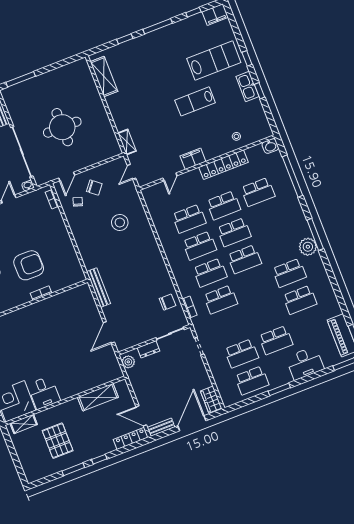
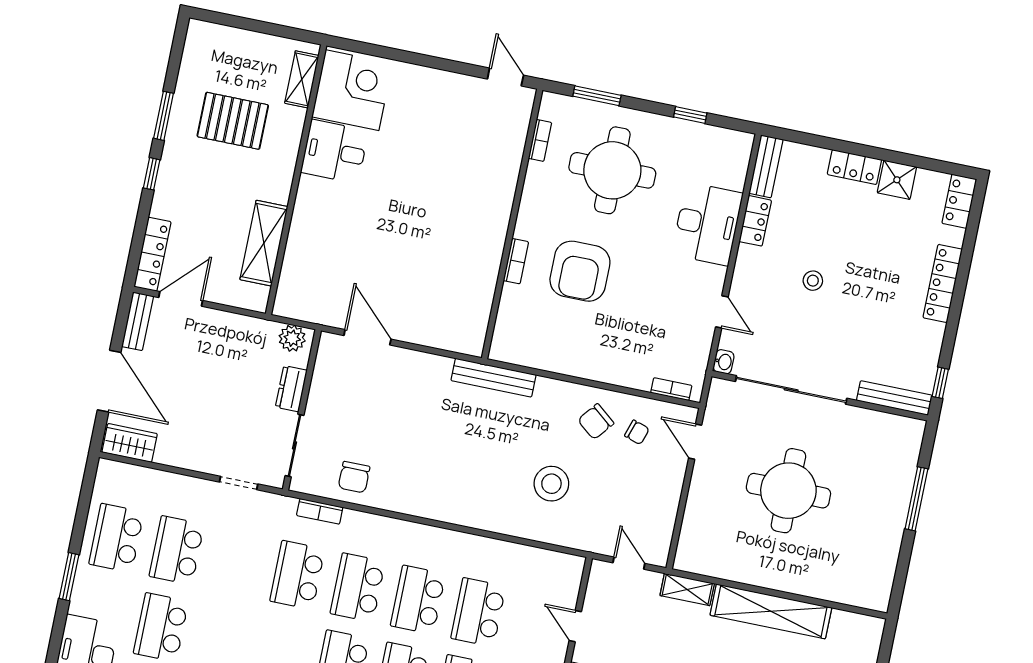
shelving: (104, 76) -> (771, 611), moved, width x1.47
window: (21, 79) -> (916, 499), moved
chair: (94, 188) -> (596, 422), moved
bench: (99, 288) -> (494, 378), moved

